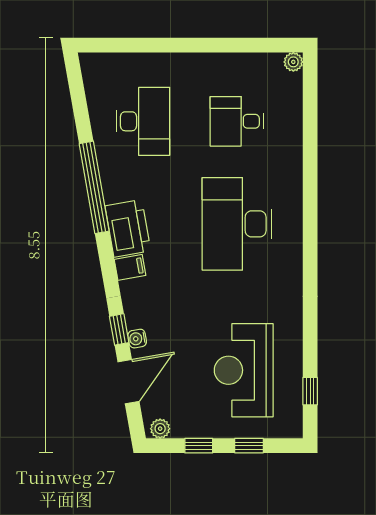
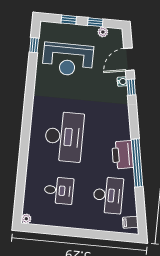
desk: (143, 121) -> (108, 195), turned 180
printer: (128, 228) -> (123, 155), moved
filing cabinet: (130, 267) -> (130, 222), moved
reception desk: (244, 370) -> (68, 60), turned 90
plant: (160, 429) -> (103, 32), moved

